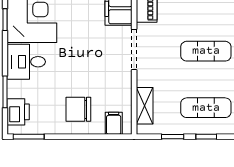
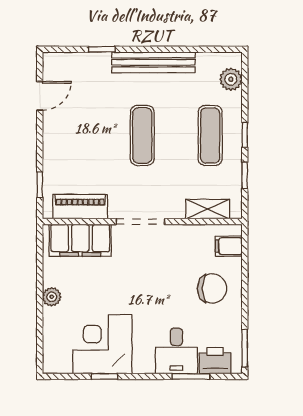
desk: (26, 62) -> (176, 351), moved
chair: (78, 109) -> (212, 288), turned -90

